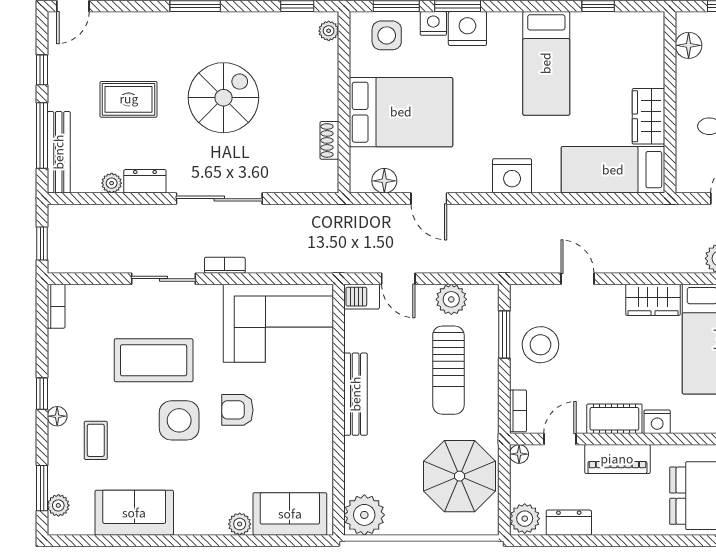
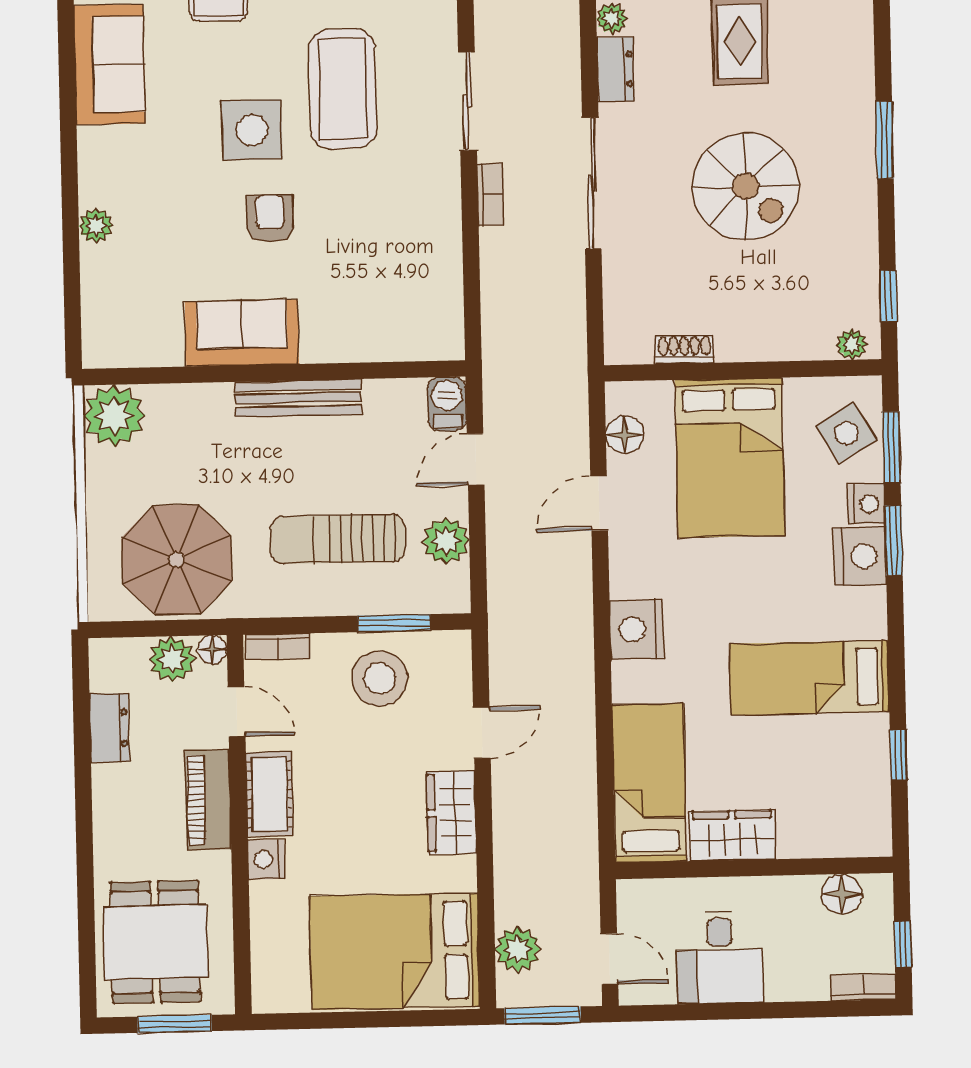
side table: (387, 35) -> (846, 433), turned -31
wardrobe: (653, 300) -> (451, 813), moved
corner sofa: (278, 323) -> (403, 278), removed
sofa: (290, 514) -> (242, 333), moved, turned -90
plant: (525, 519) -> (172, 659), moved

